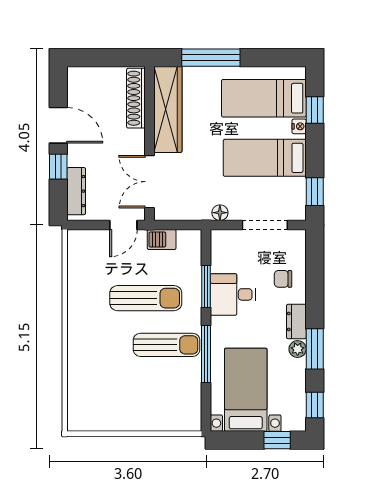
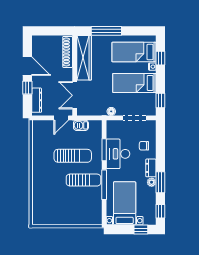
desk: (233, 294) -> (118, 154), width x1.37

